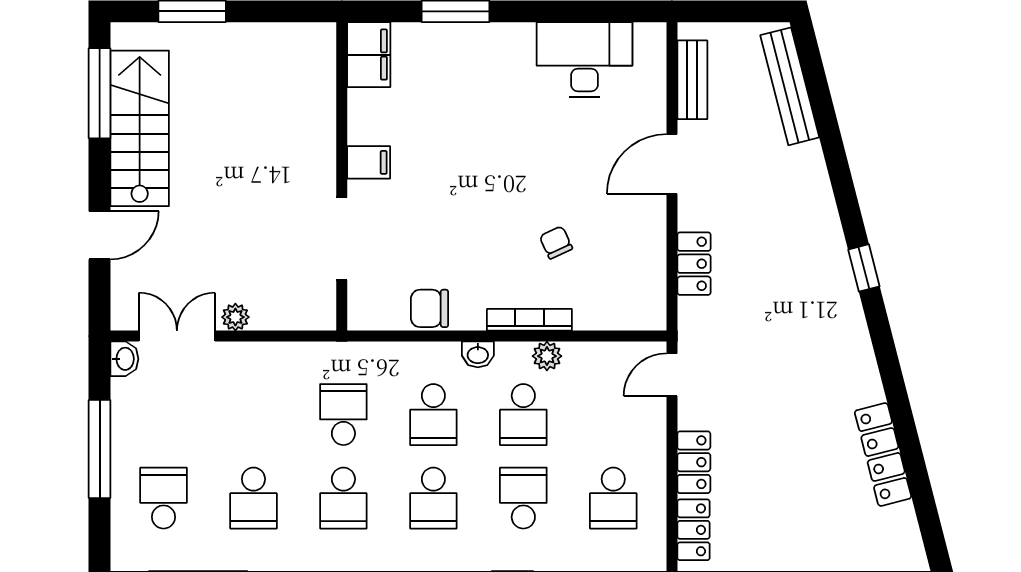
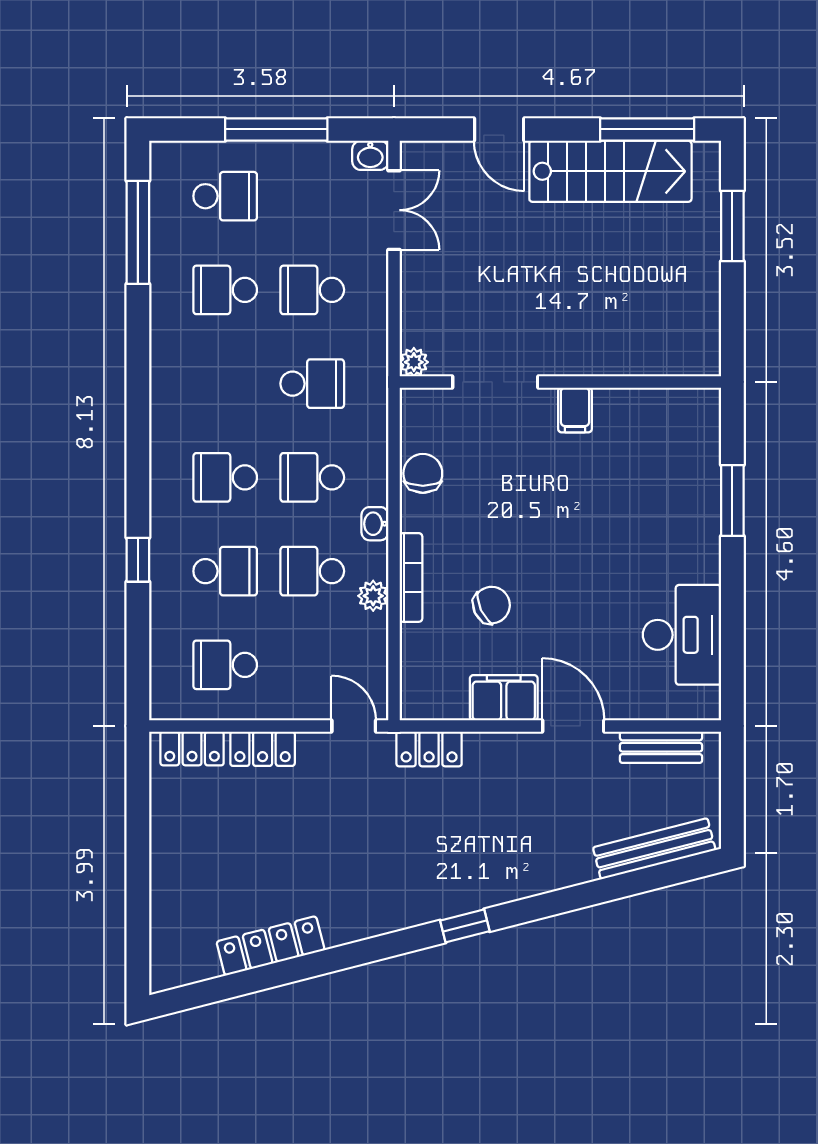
filing cabinet: (369, 55) -> (504, 698), moved, turned 180
chair: (556, 242) -> (492, 605), width x1.37, depth x1.37
locker: (694, 264) -> (429, 749), moved
plant: (235, 317) -> (414, 362), moved
school desk: (343, 498) -> (312, 290), moved

